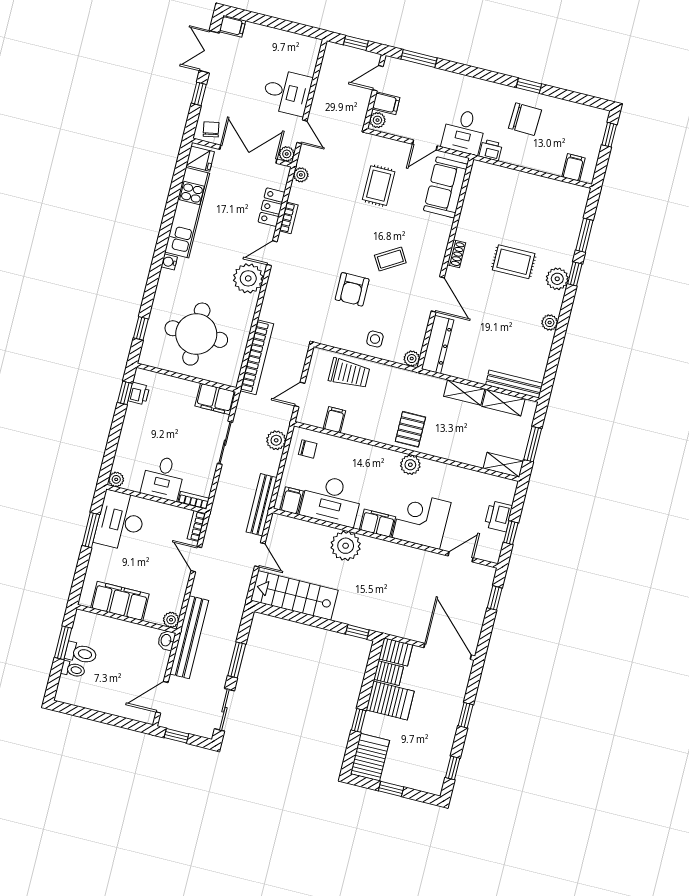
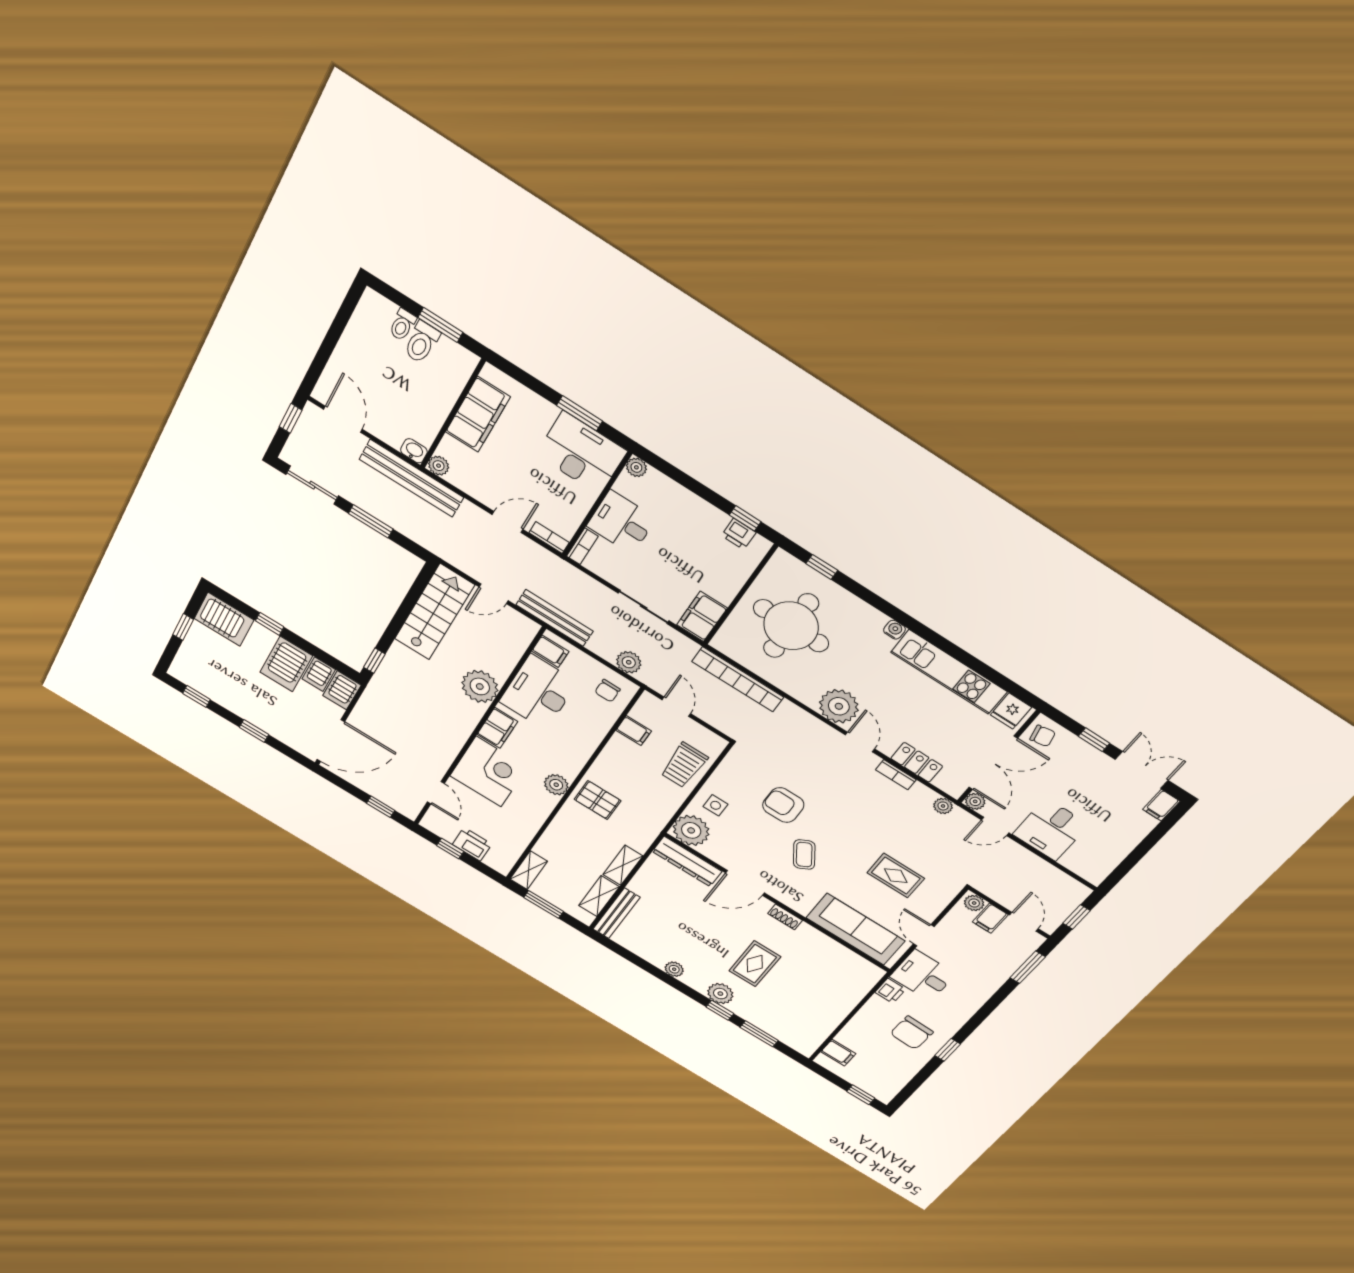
sofa: (446, 187) -> (856, 929), width x1.36
plant: (412, 359) -> (691, 830), width x1.88, depth x1.88

